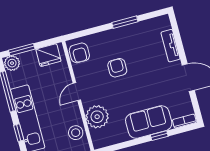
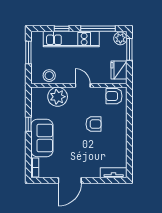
window: (125, 22) -> (129, 140), removed
tv unit: (171, 46) -> (114, 173), moved
window: (159, 136) -> (28, 124), moved

